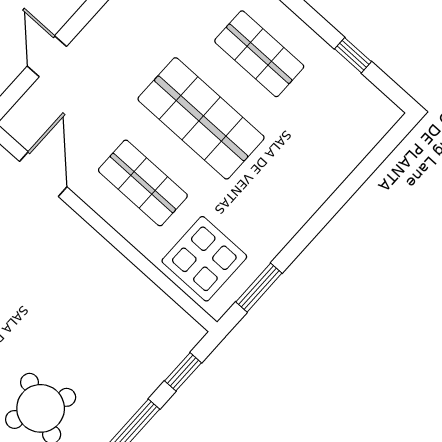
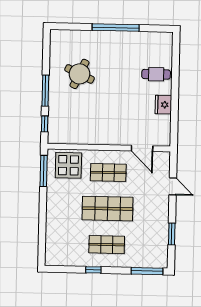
window: (353, 55) -> (93, 270), moved
window: (259, 288) -> (44, 171), width x1.44

